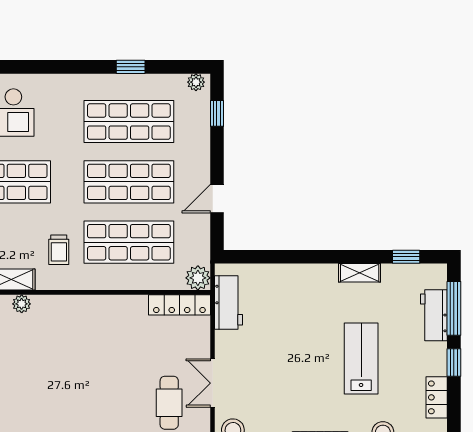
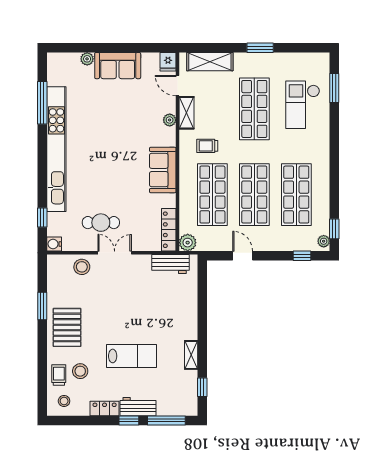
window: (131, 67) -> (334, 229), moved
sofa: (94, 314) -> (163, 170), added
workbench: (434, 315) -> (138, 407), moved

